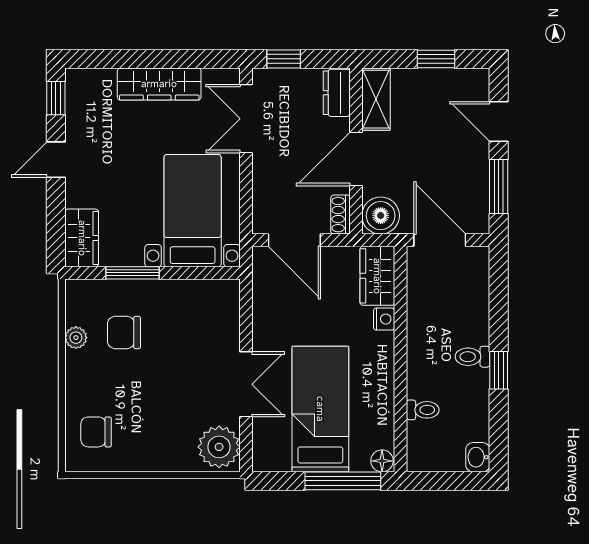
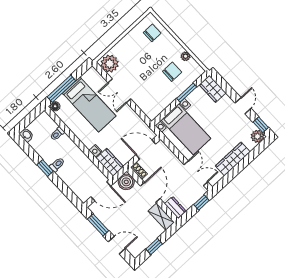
plant: (80, 83) -> (257, 136), added

